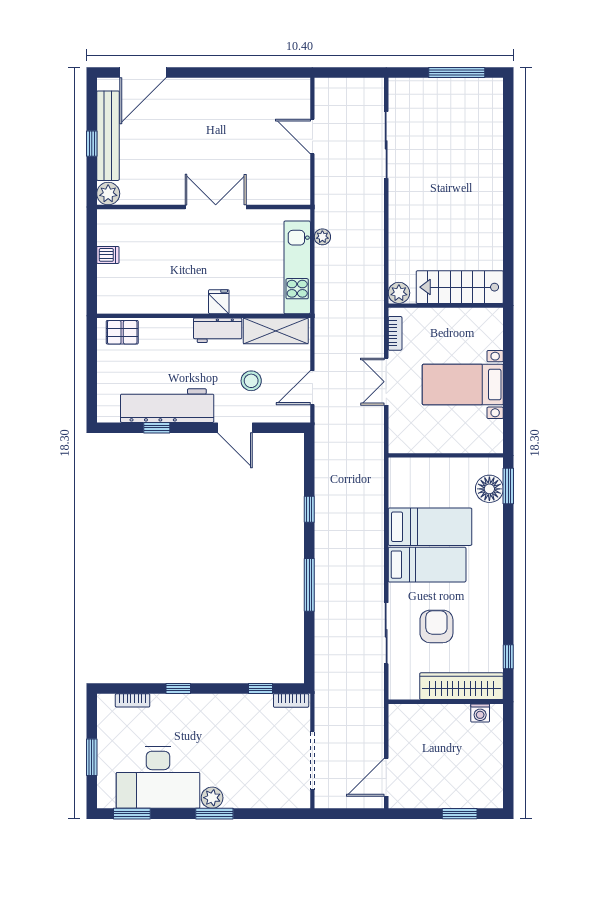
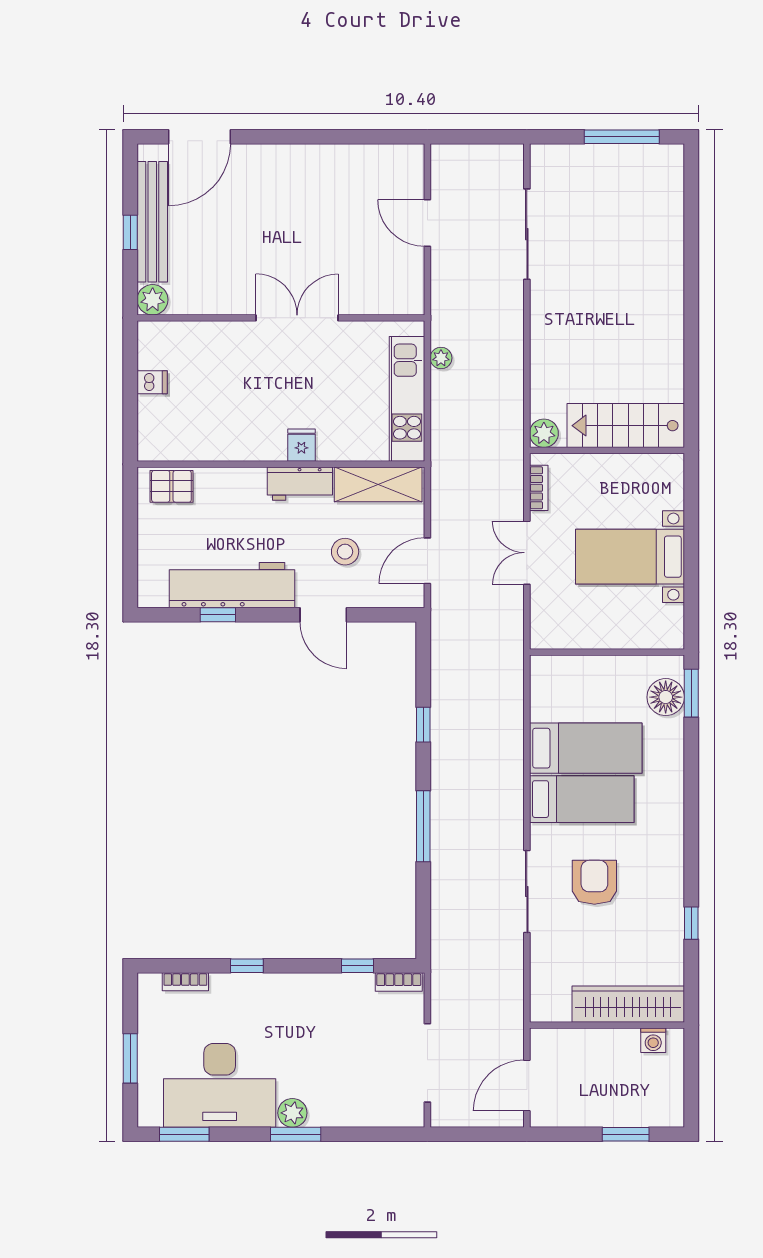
wardrobe: (462, 686) -> (628, 1004), moved
wall: (446, 702) -> (607, 1025), moved
washing machine: (480, 713) -> (653, 1040), moved

